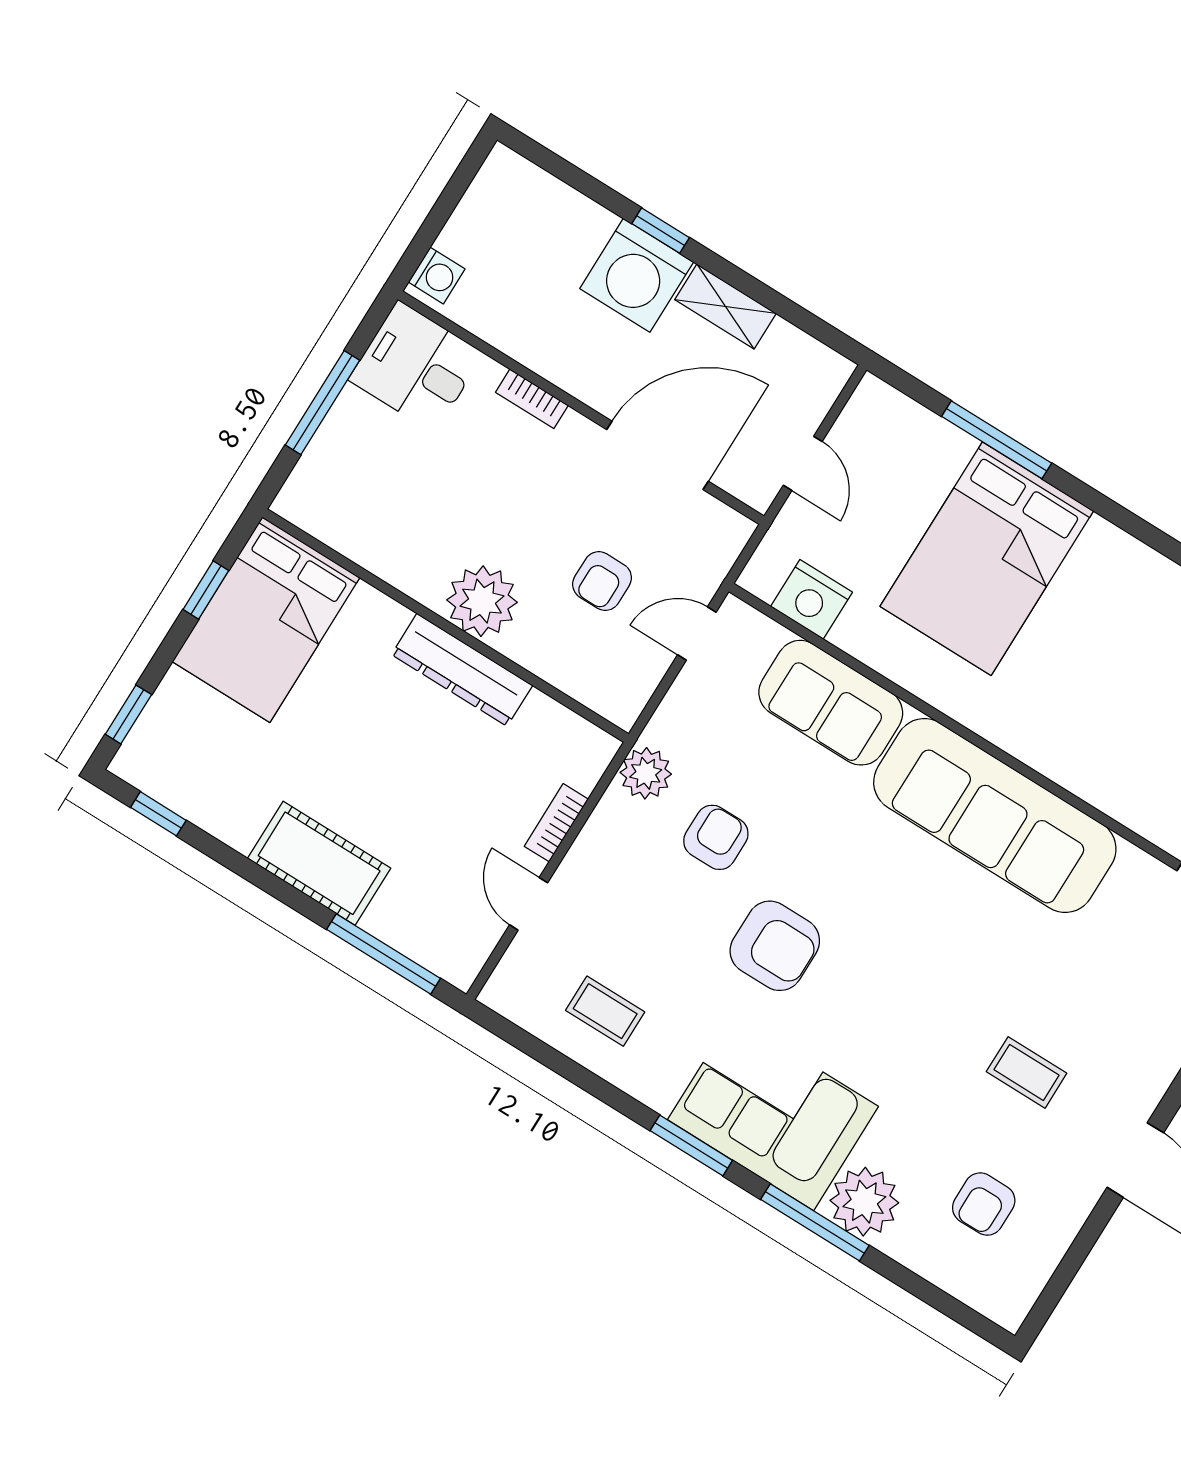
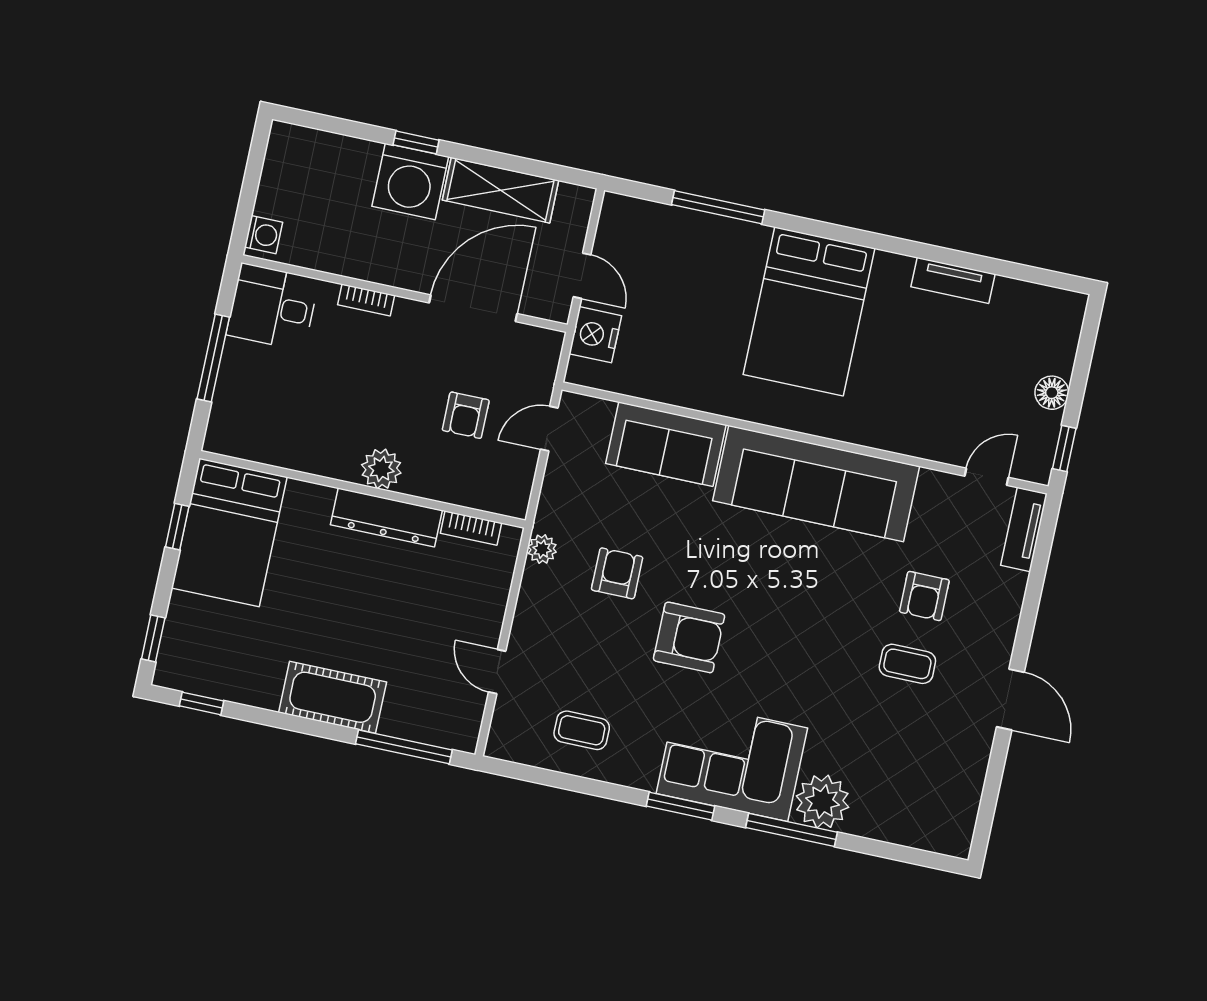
shelving: (725, 307) -> (500, 190), width x1.50, depth x1.33
bed: (987, 559) -> (809, 311), moved
nightstand: (811, 599) -> (595, 335), moved, turned 90
plant: (482, 601) -> (381, 469), width x0.73, depth x0.73
plant: (646, 773) -> (542, 549), width x0.73, depth x0.73
bookcase: (556, 823) -> (471, 528), moved, turned -90
armchair: (984, 1204) -> (924, 596), moved

